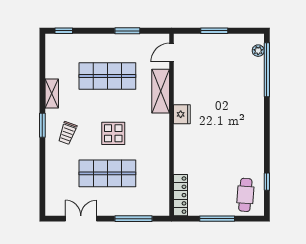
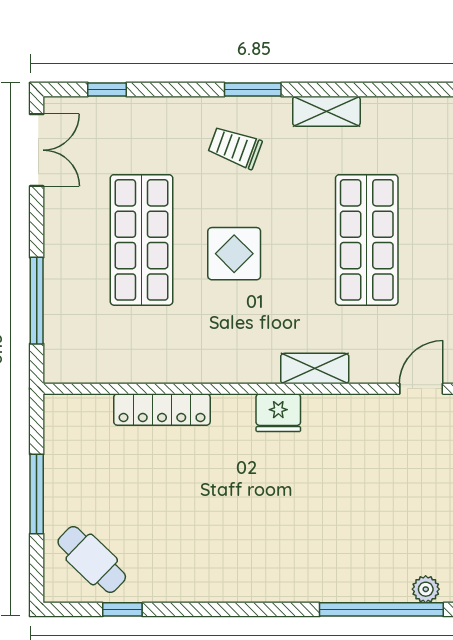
door: (172, 53) -> (421, 389), hinge flipped
shelving: (161, 91) -> (315, 369), width x0.67, depth x0.75
window: (42, 188) -> (107, 89), added
locker: (181, 195) -> (162, 410), moved
cafe table: (245, 195) -> (92, 559), turned 40
double door: (81, 219) -> (37, 150), moved

